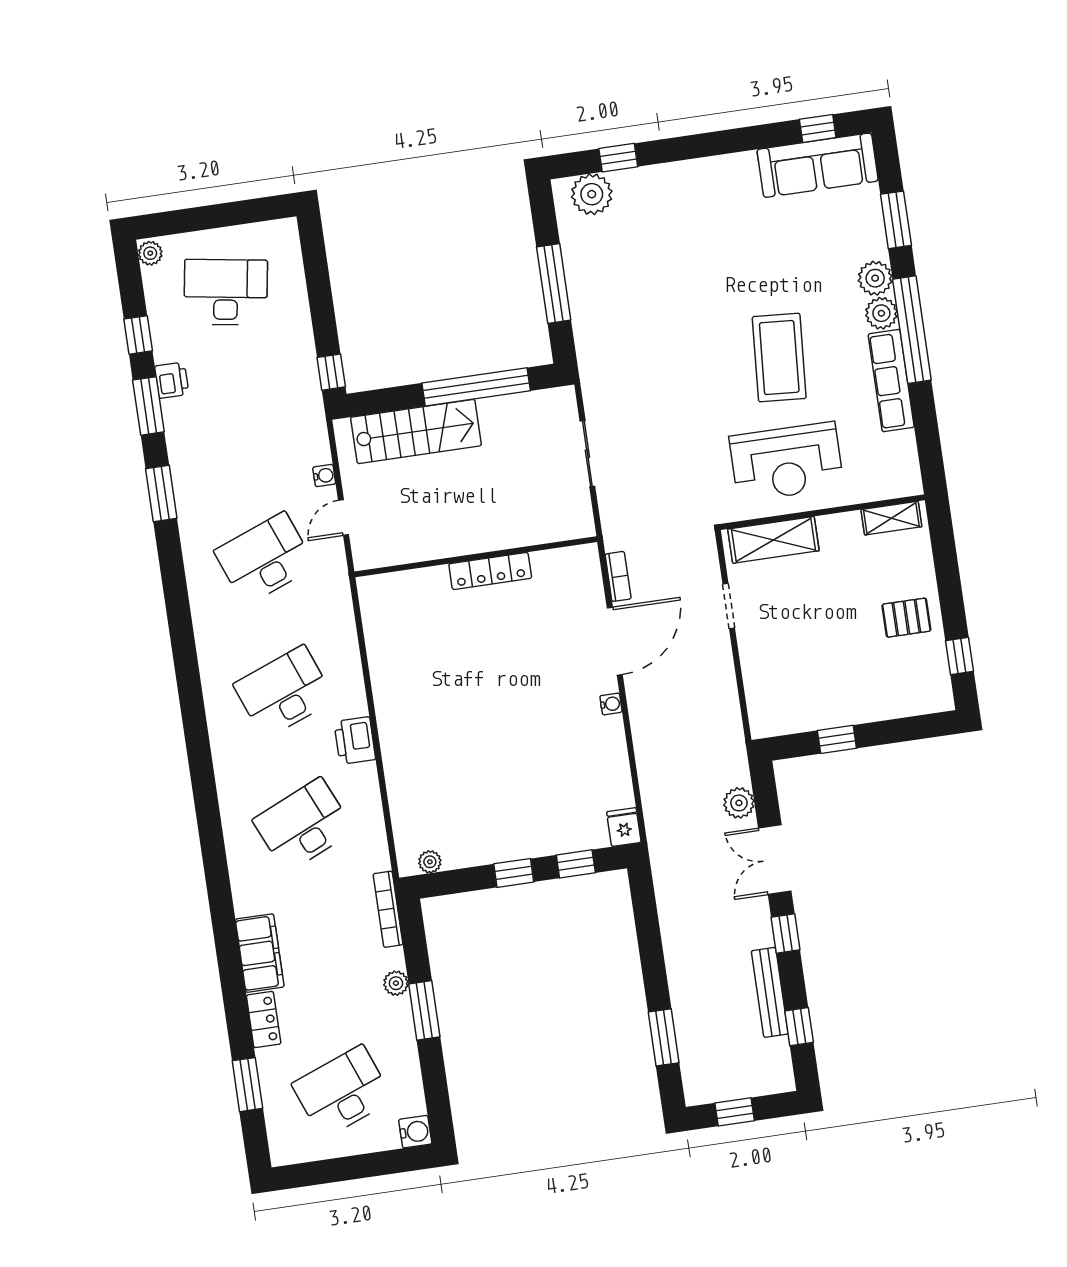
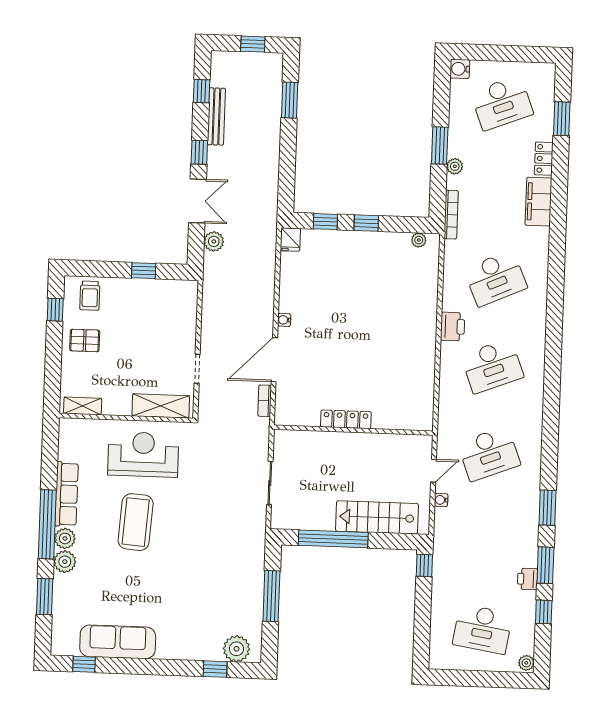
sofa: (818, 165) -> (118, 642), moved
trolley: (911, 687) -> (90, 296), added

